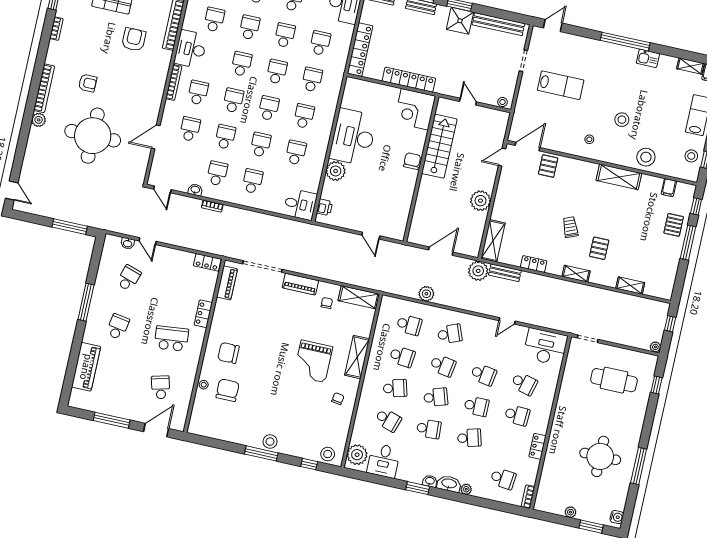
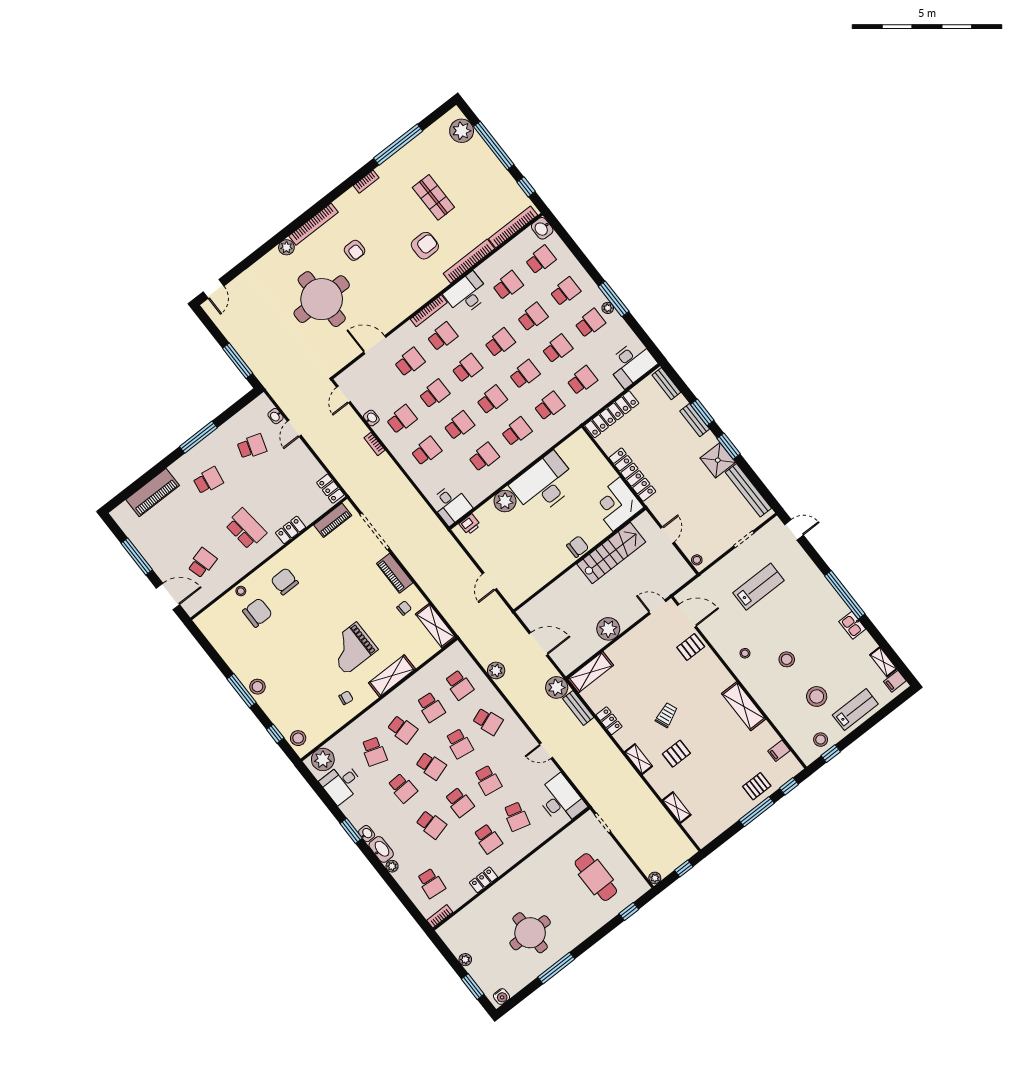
lab bench: (561, 85) -> (759, 587), turned -90
stool: (646, 157) -> (817, 696), moved

